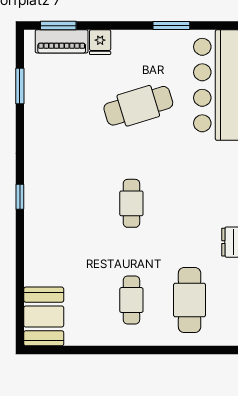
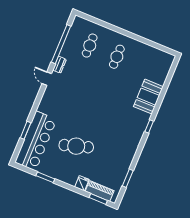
cafe table: (131, 203) -> (98, 102), removed
cafe table: (190, 300) -> (90, 46), width x0.73, depth x0.74
booth: (44, 316) -> (148, 97), moved

